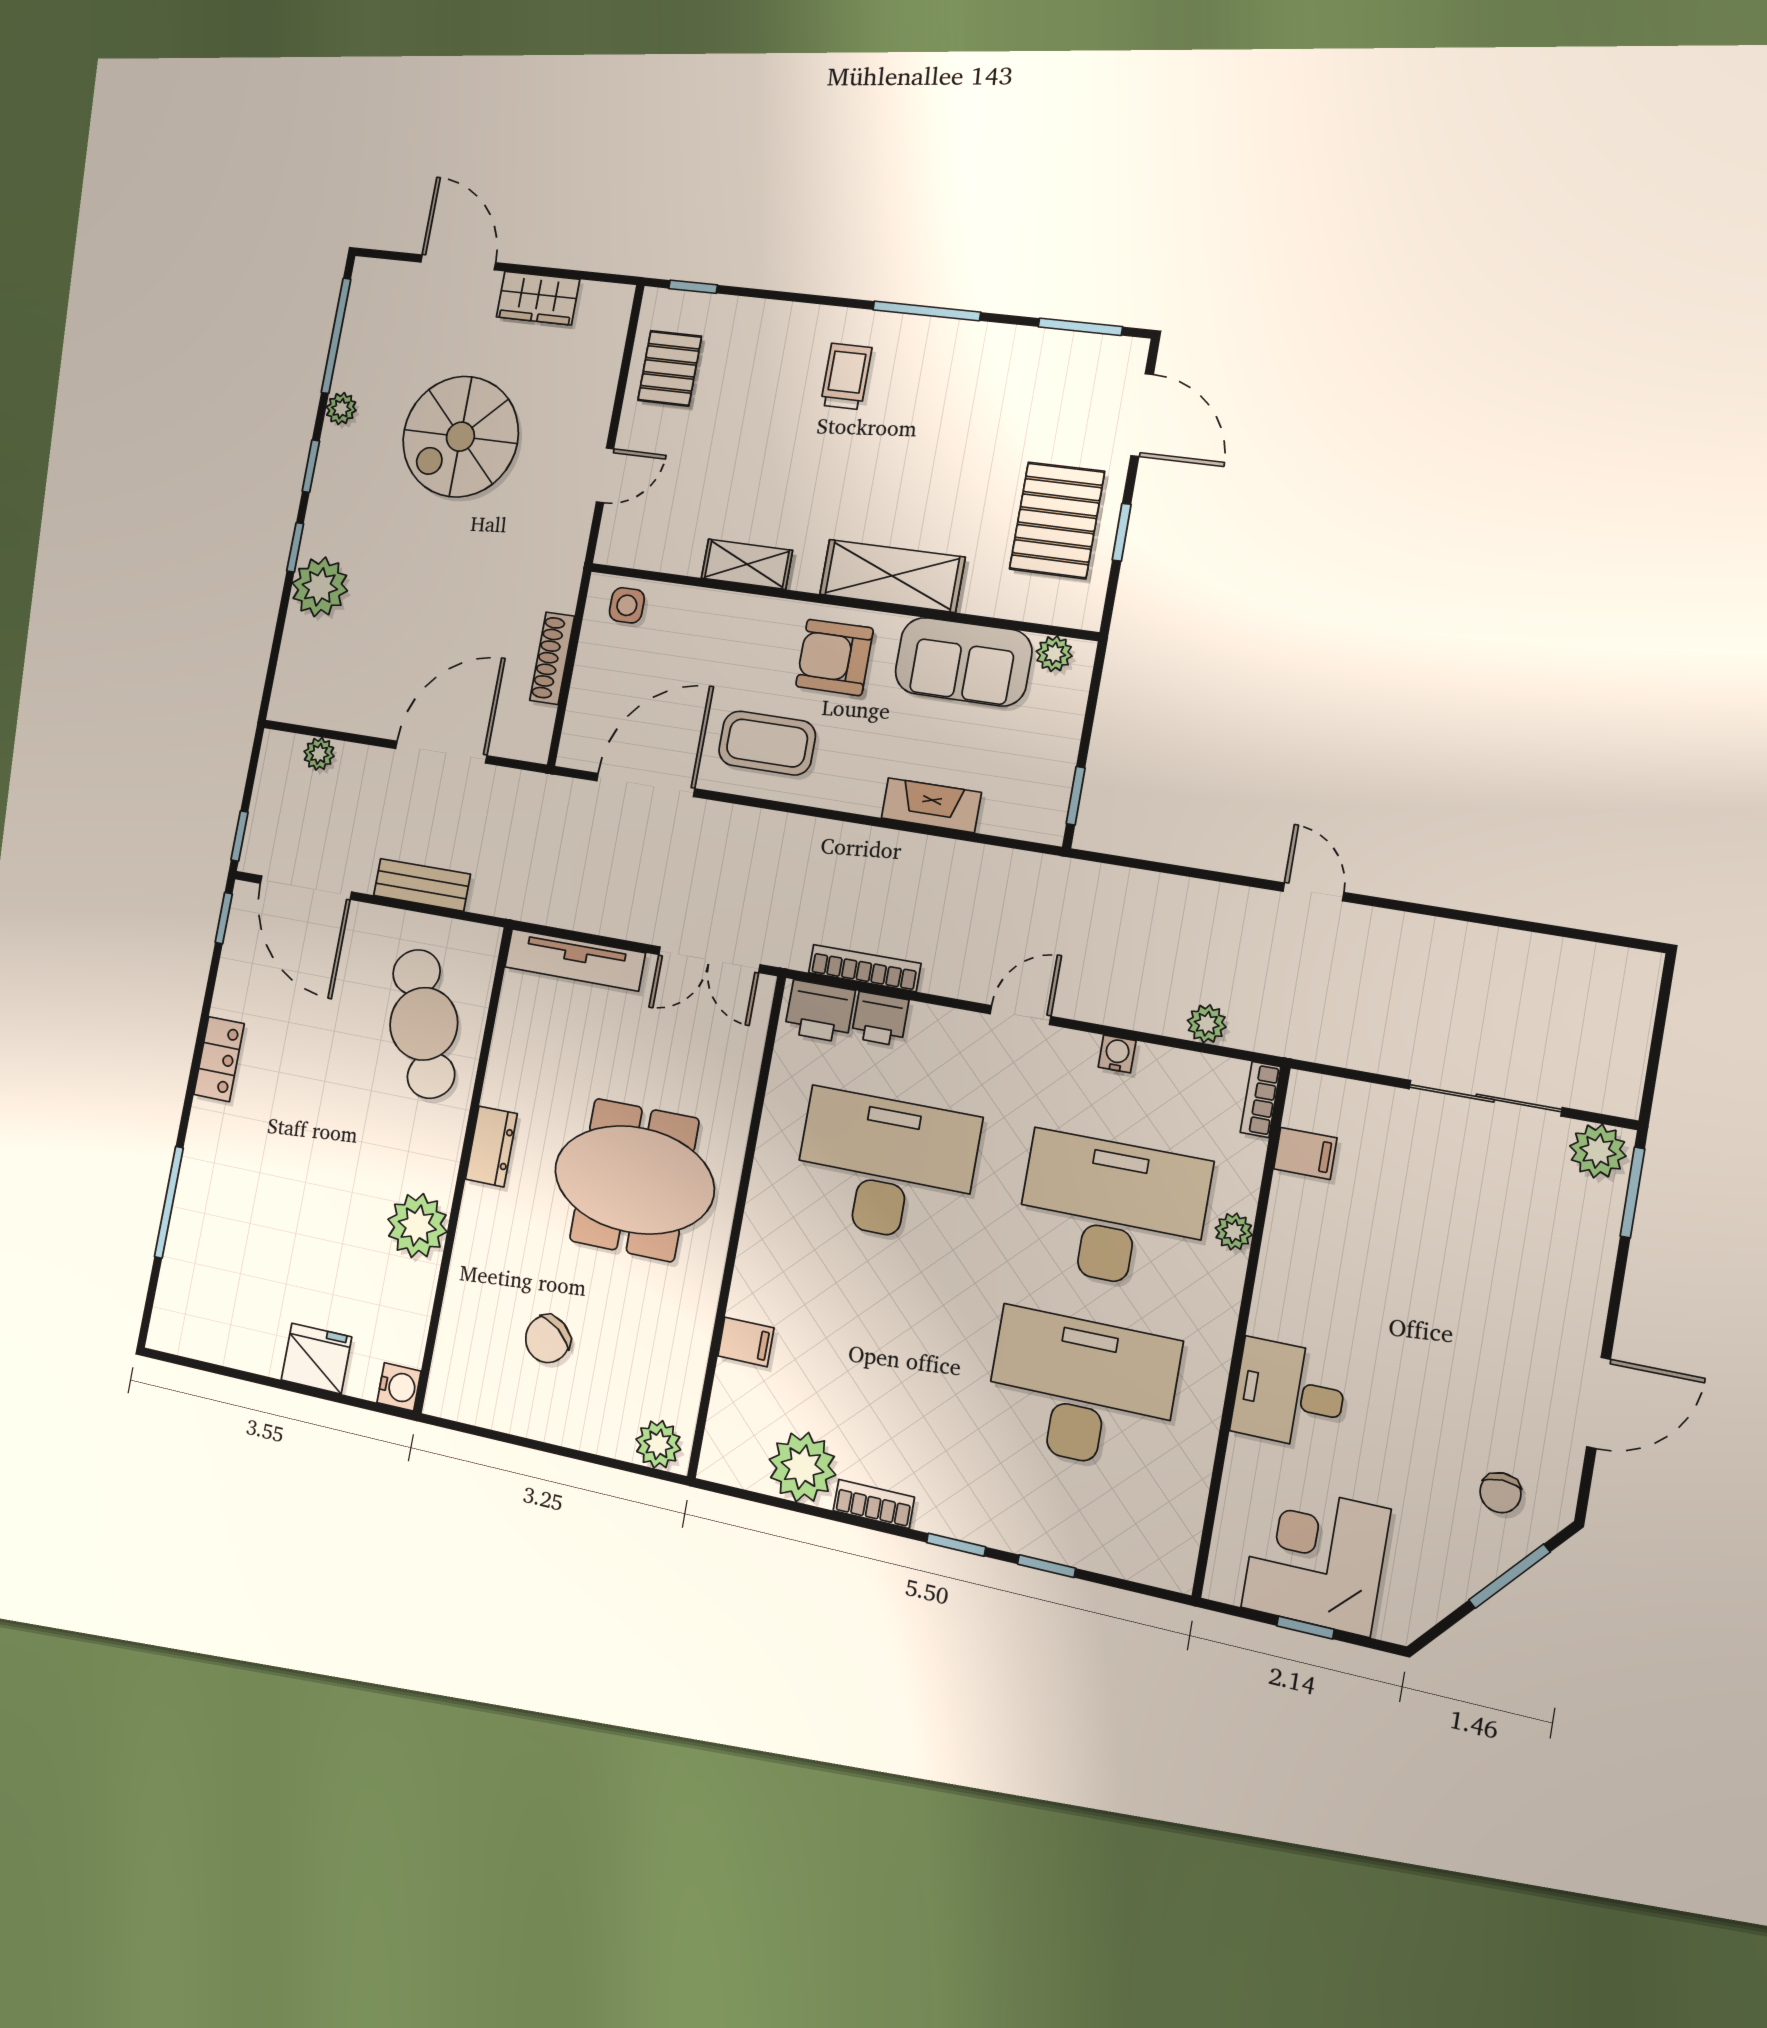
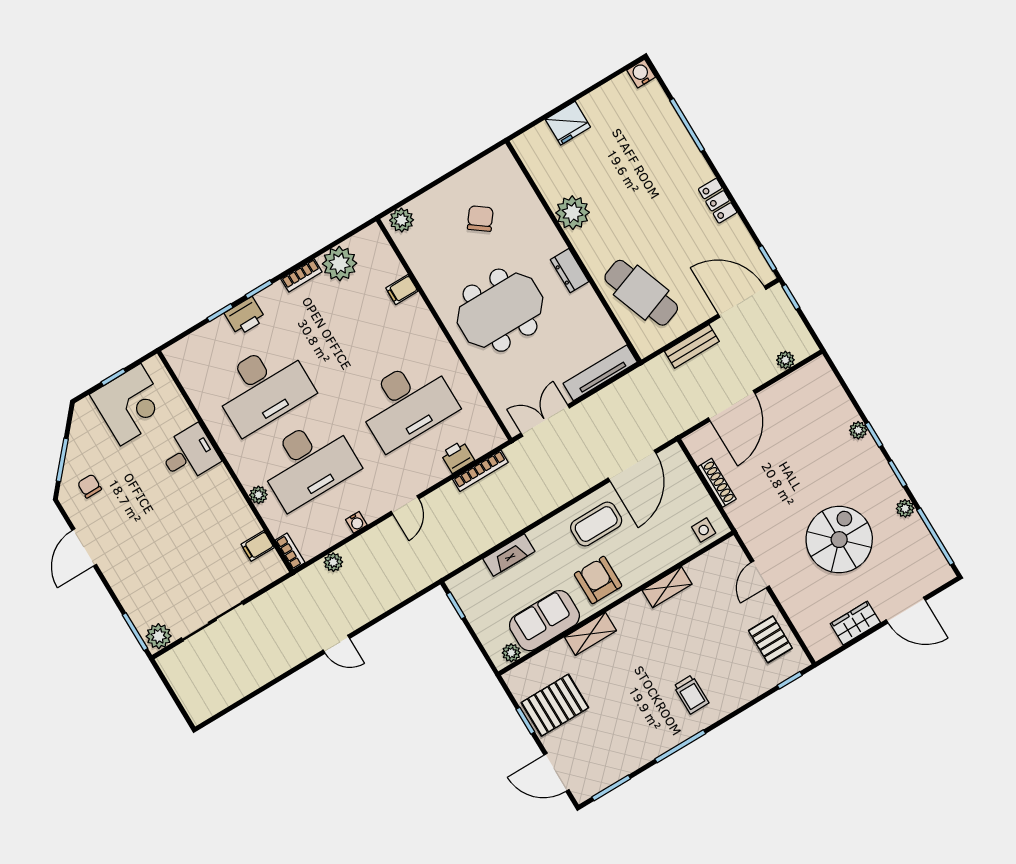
pallet: (1057, 520) -> (555, 705), turned 90
shelving: (892, 576) -> (590, 634), width x0.67, depth x0.75
plant: (320, 587) -> (858, 430), width x0.53, depth x0.53
armchair: (834, 657) -> (598, 580), turned -90
printer: (820, 1011) -> (245, 316), moved, turned 180
water cooler: (399, 1387) -> (641, 74), moved, turned 90

